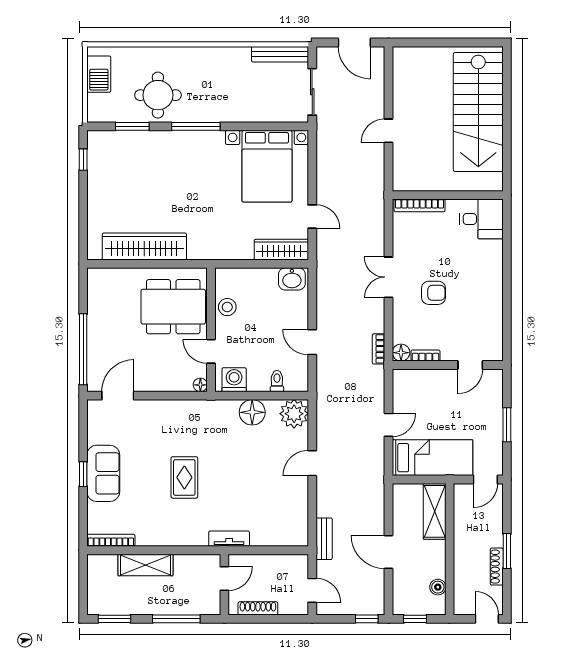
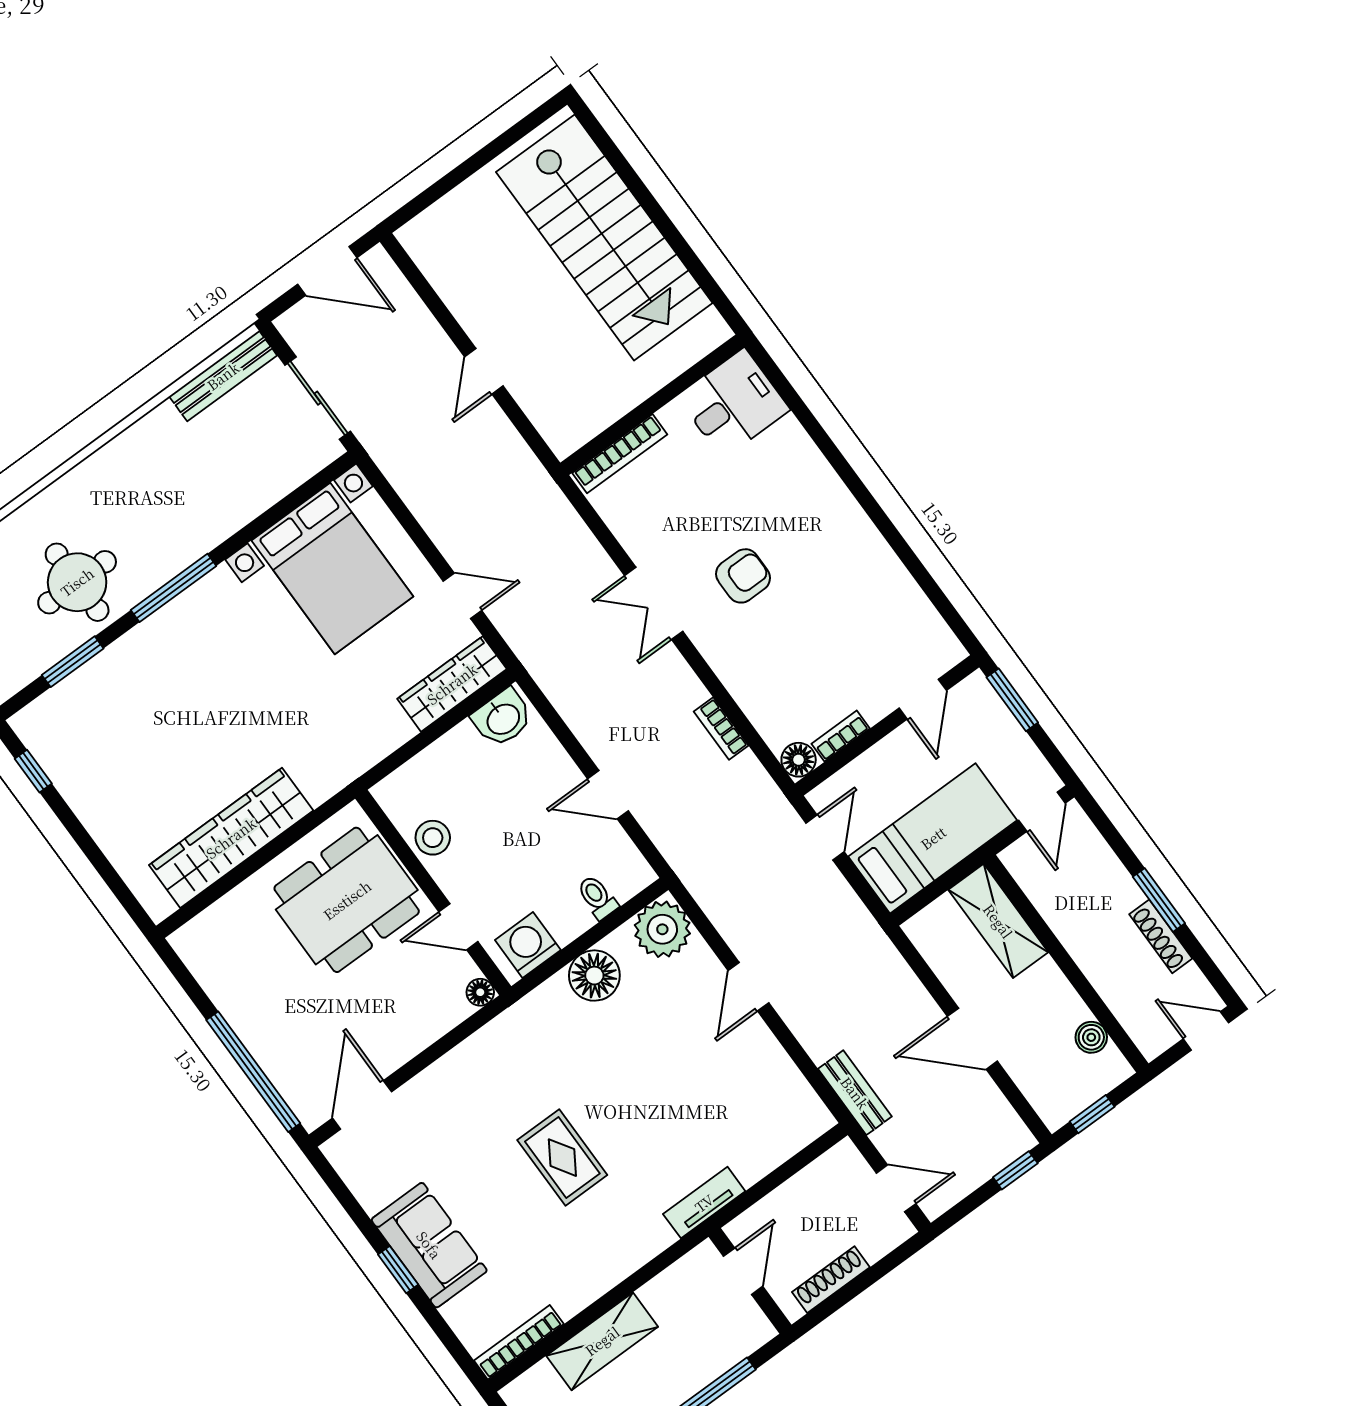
floor lamp: (401, 353) -> (799, 760), moved
bookcase: (425, 356) -> (841, 736), moved
wall: (448, 365) -> (887, 725), moved
door: (470, 365) -> (923, 699), moved

